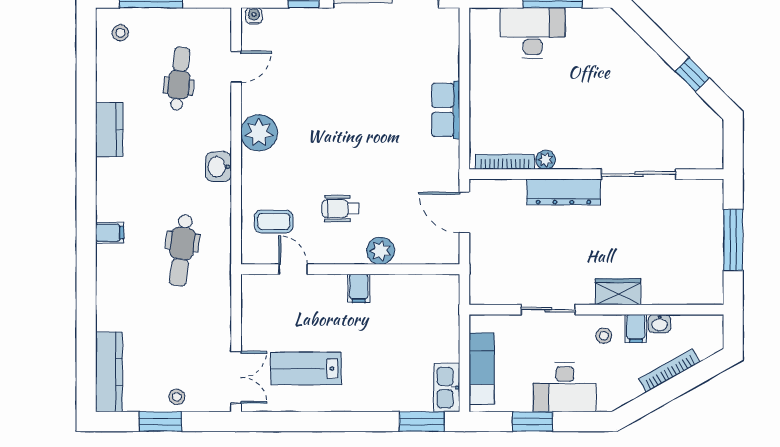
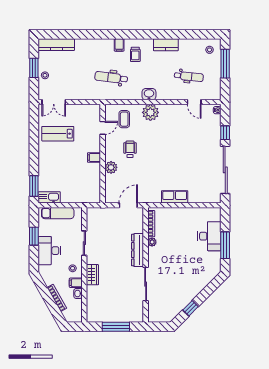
plant: (259, 133) -> (150, 112), moved
trolley: (131, 197) -> (135, 54), added
lab bench: (306, 368) -> (58, 134), turned -90

